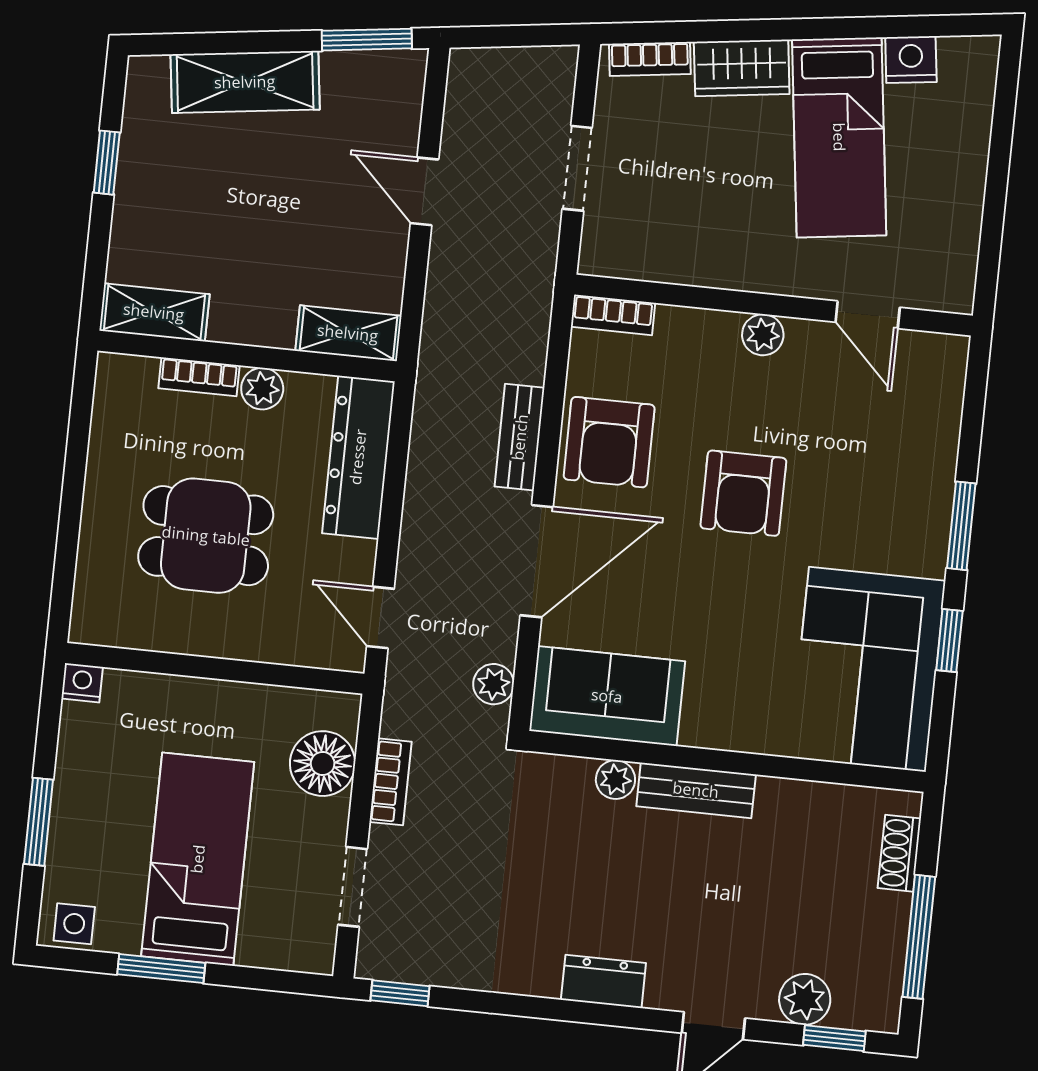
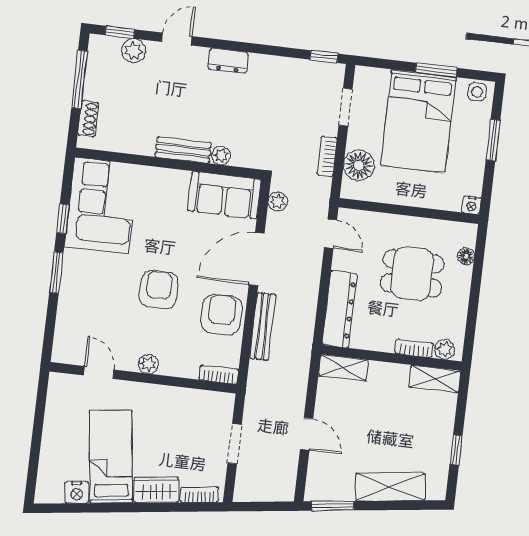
plant: (262, 389) -> (444, 349), moved
bench: (520, 437) -> (263, 326), width x1.36
floor lamp: (92, 574) -> (466, 256), added
bed: (198, 859) -> (418, 121), width x1.50

